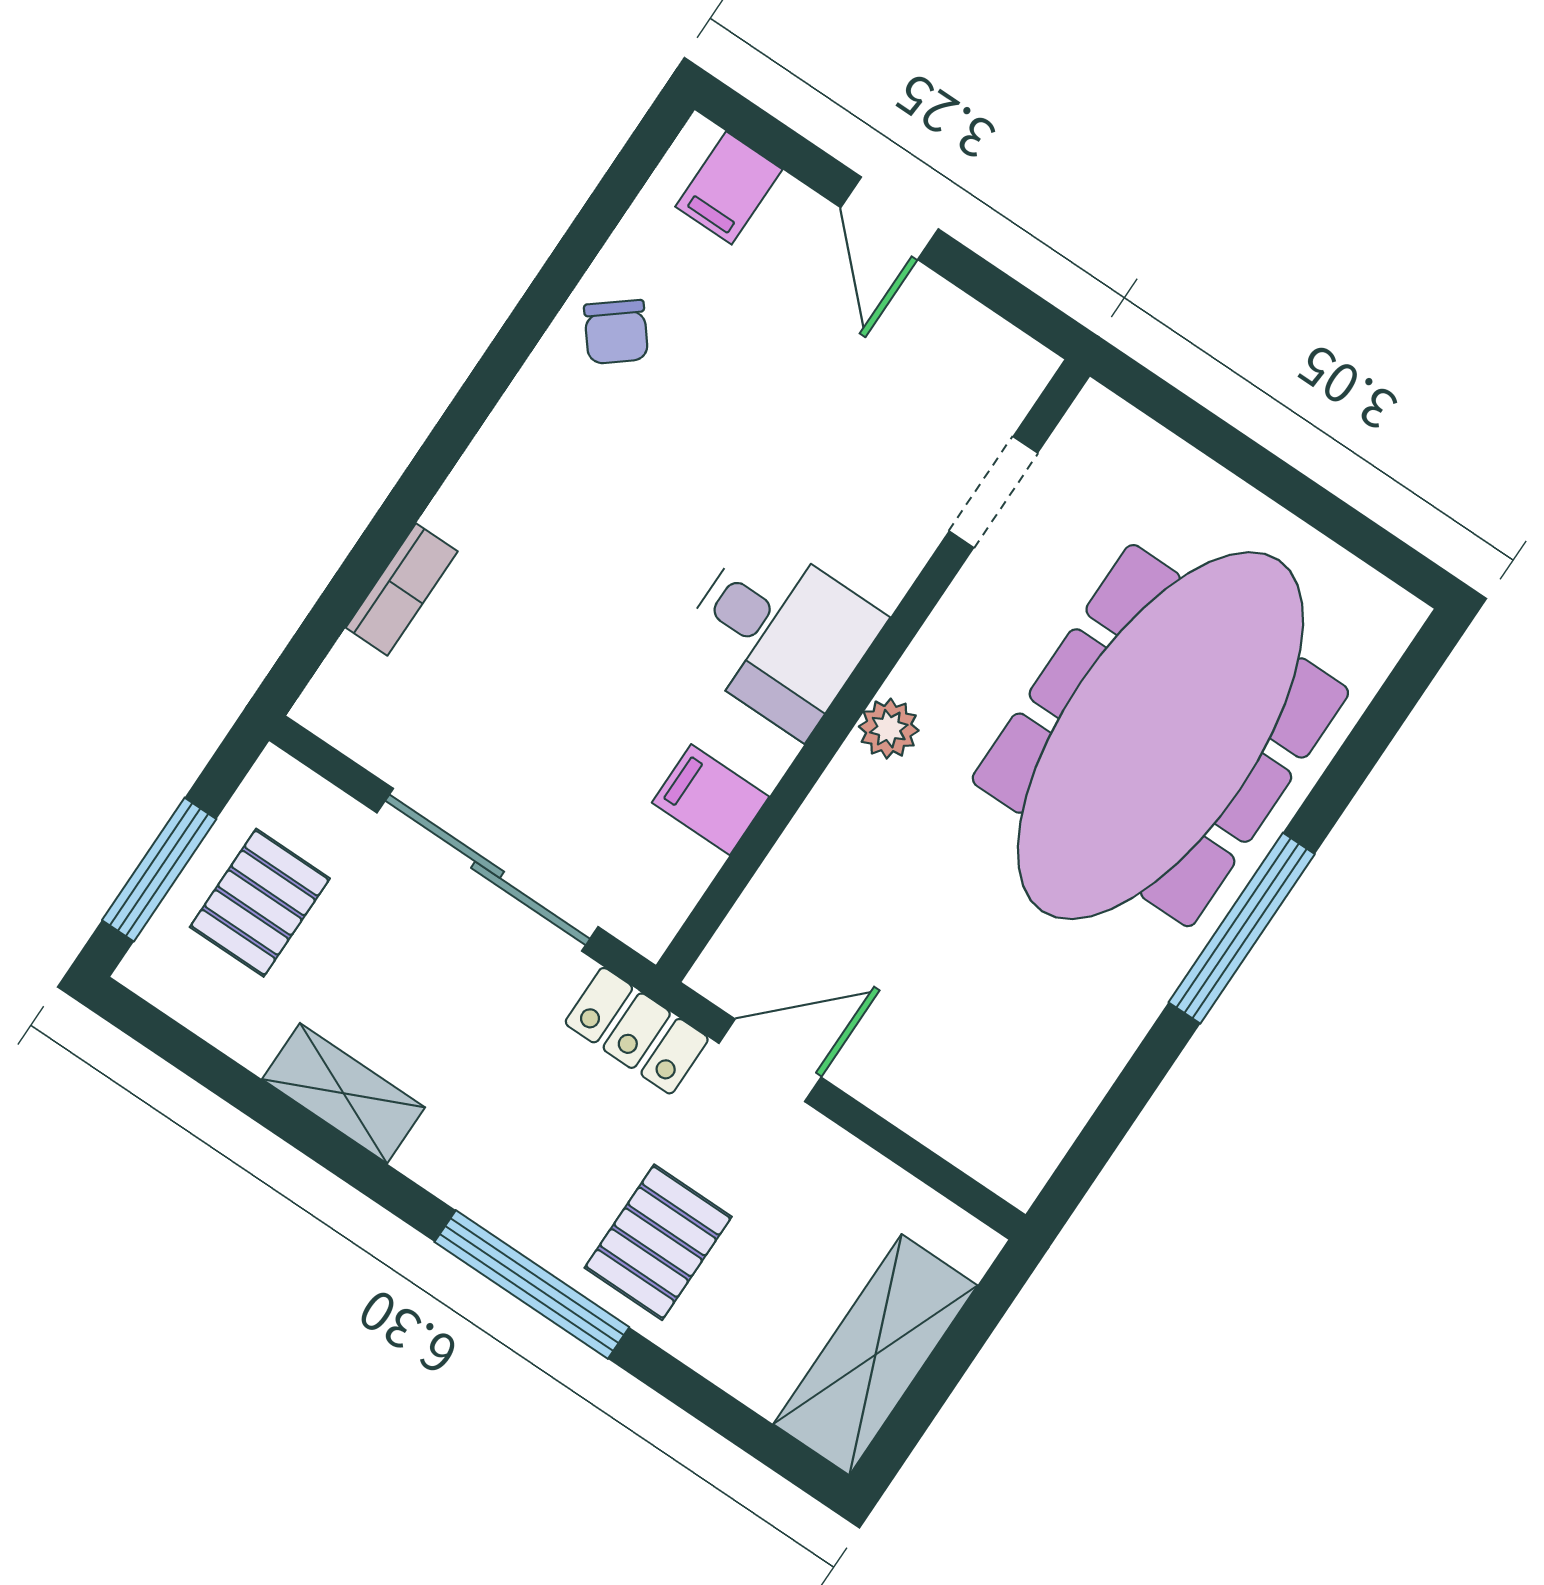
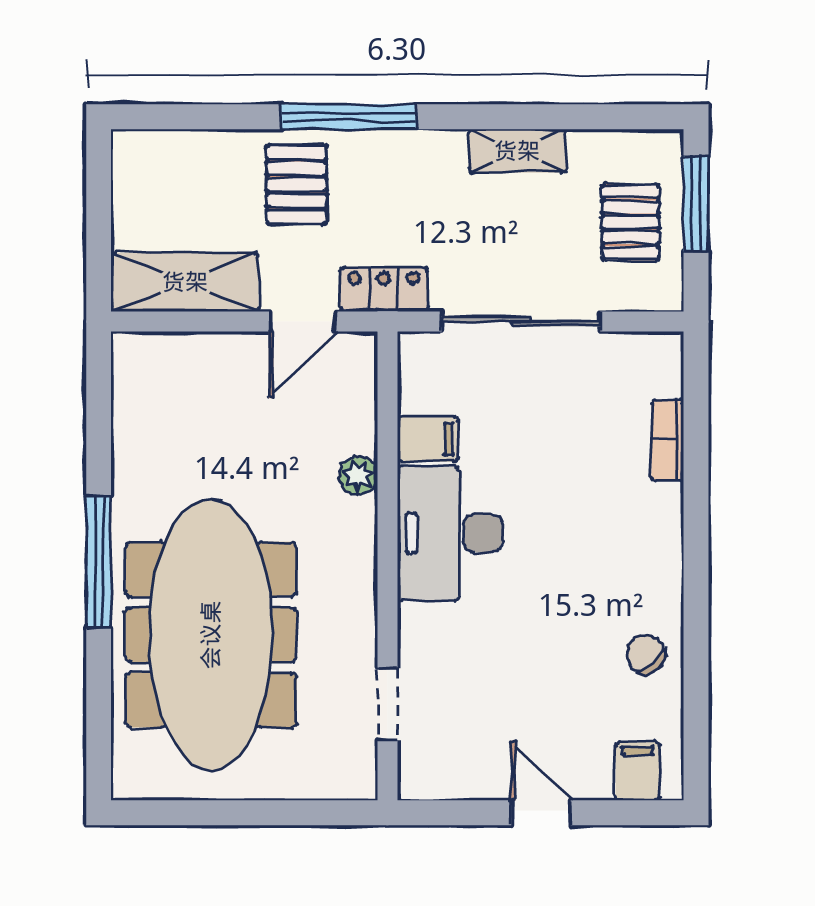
desk: (779, 635) -> (450, 533), width x1.37
plant: (889, 729) -> (358, 476), moved
shelving: (875, 1355) -> (185, 282), moved, turned 90

